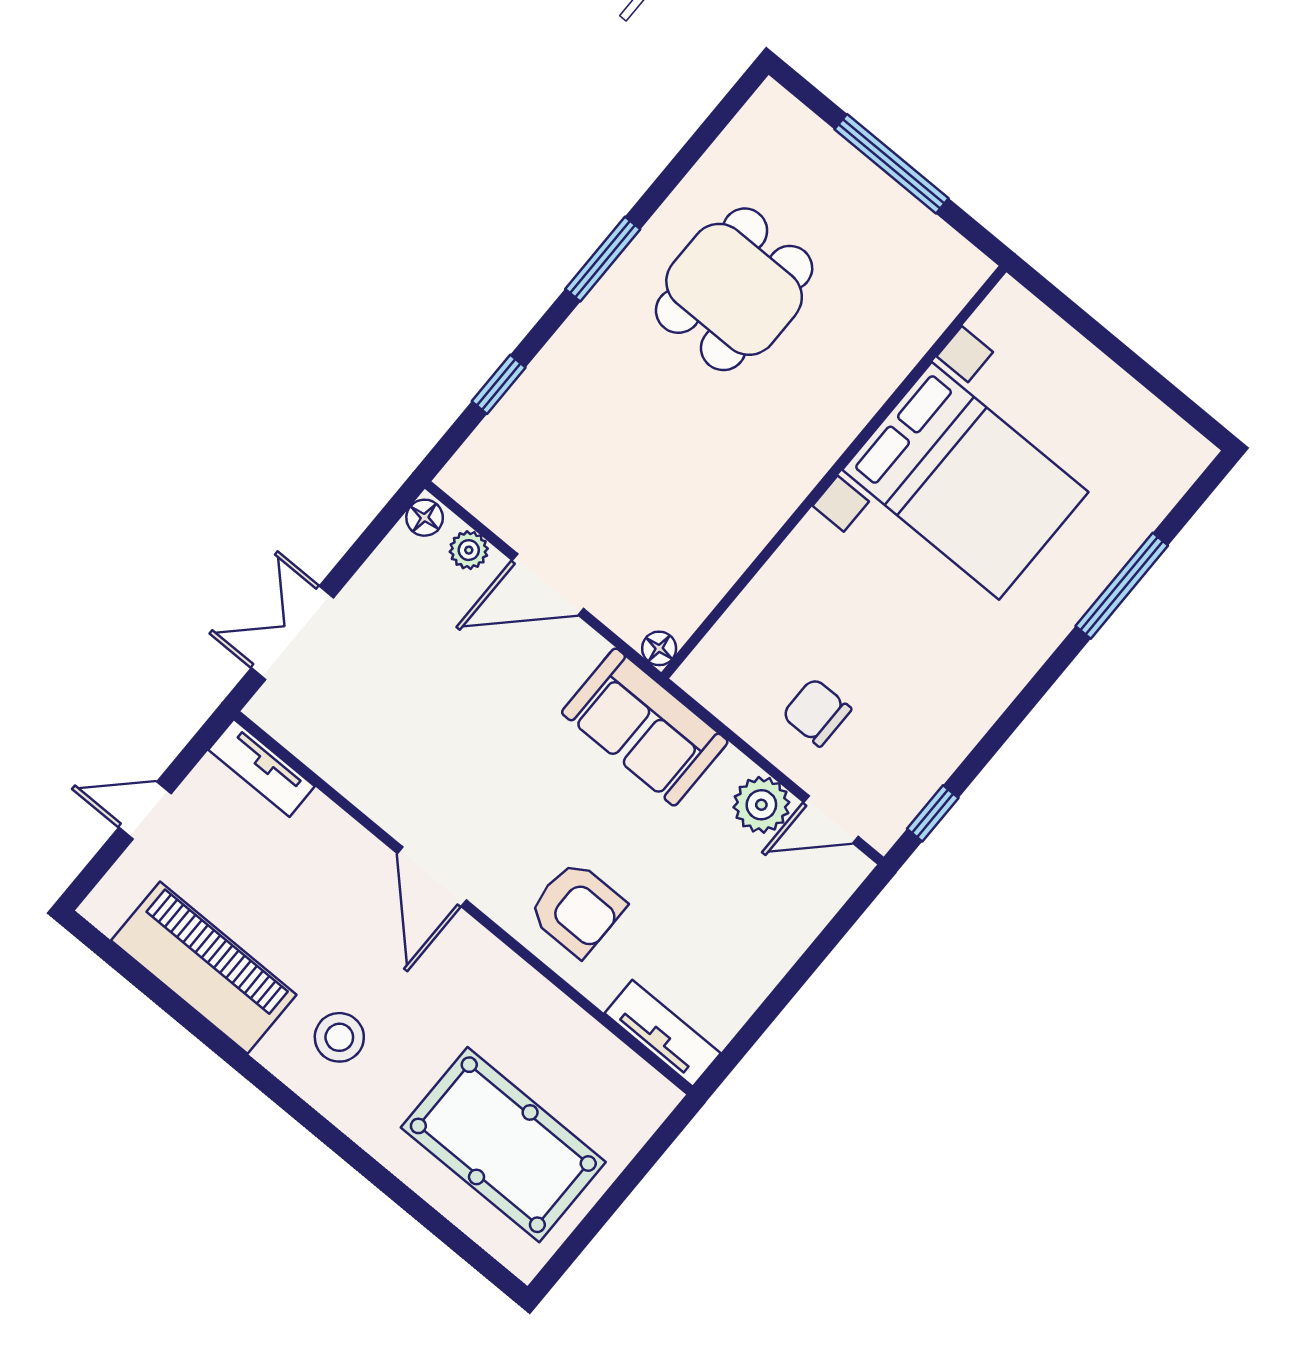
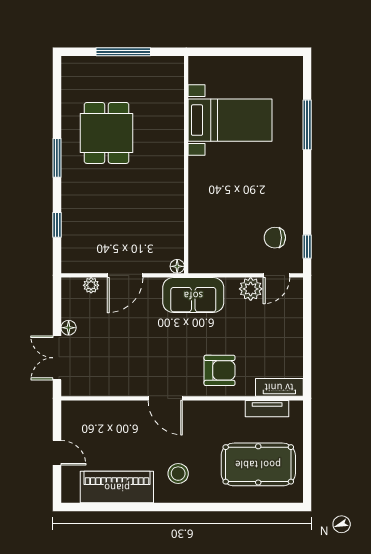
bed with nightstands: (965, 481) -> (230, 120), width x0.73
floor lamp: (425, 518) -> (69, 328), moved
chair: (817, 712) -> (275, 238), moved
tv unit: (262, 768) -> (267, 409), moved
door: (145, 810) -> (57, 453), swing flipped

